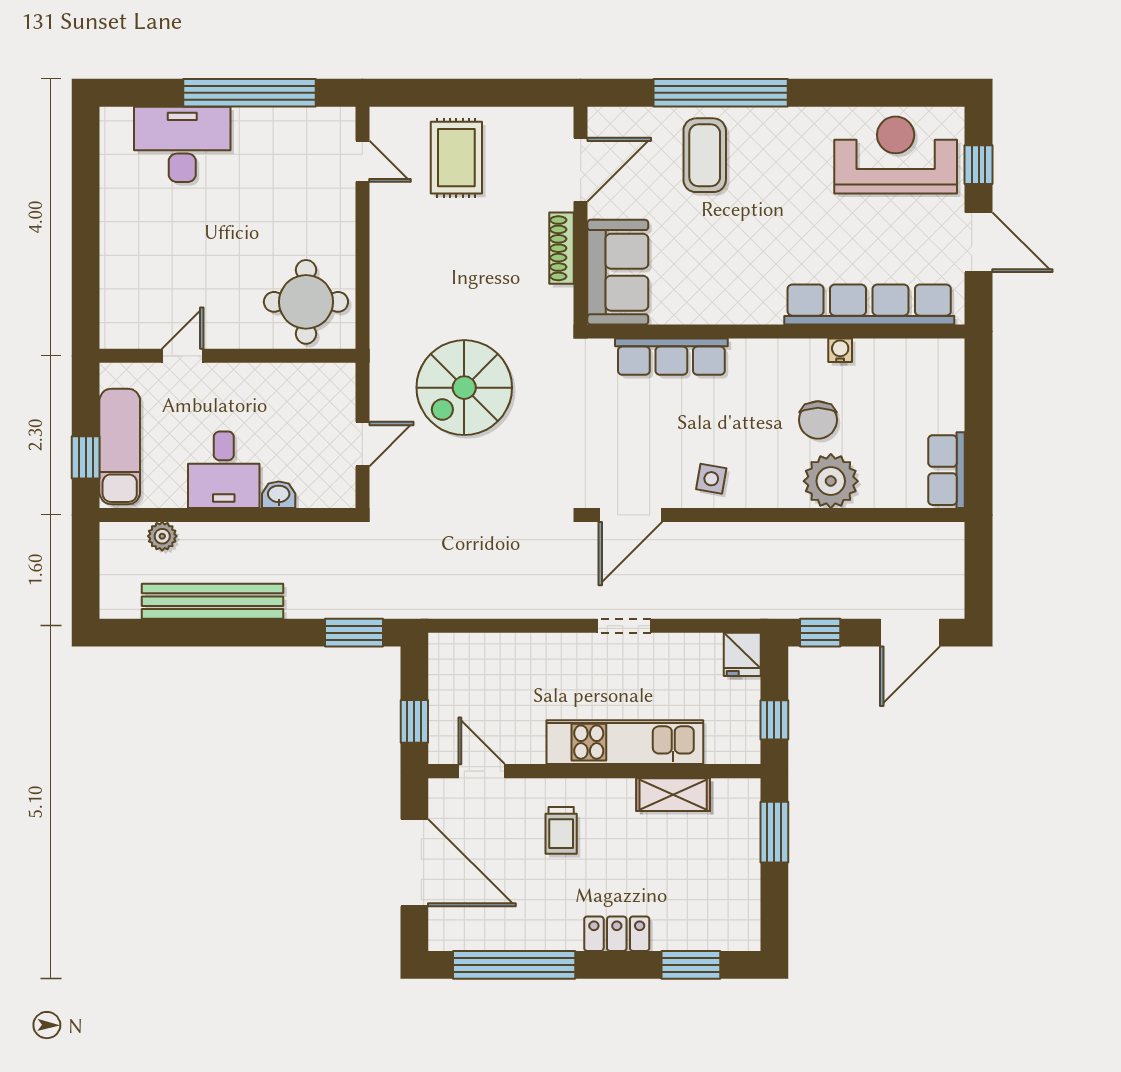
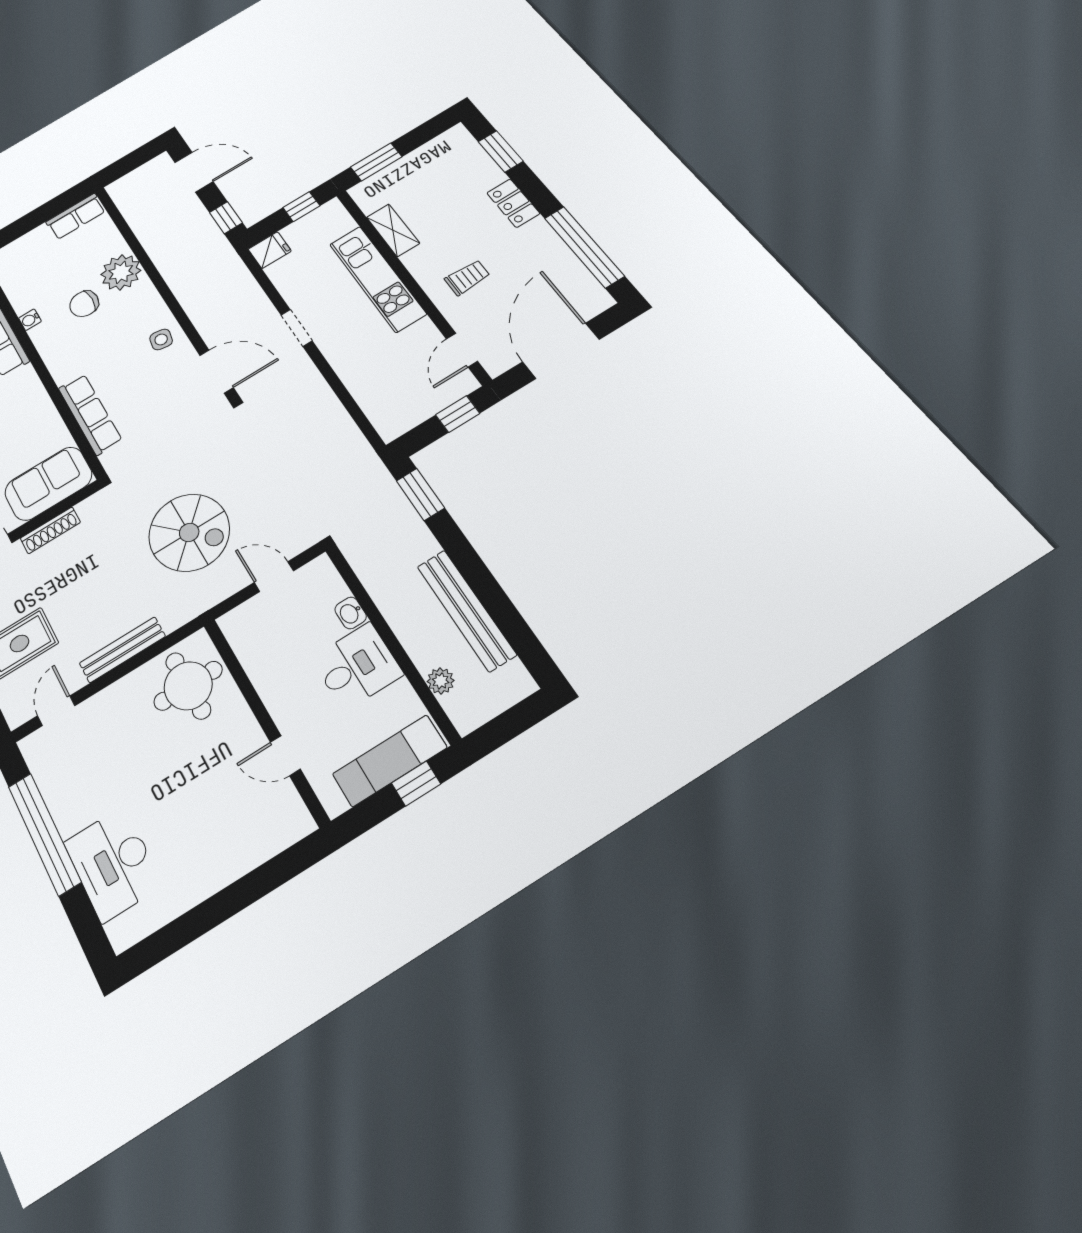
bench: (383, 257) -> (122, 650), added
chair: (818, 420) -> (84, 304), turned 180

